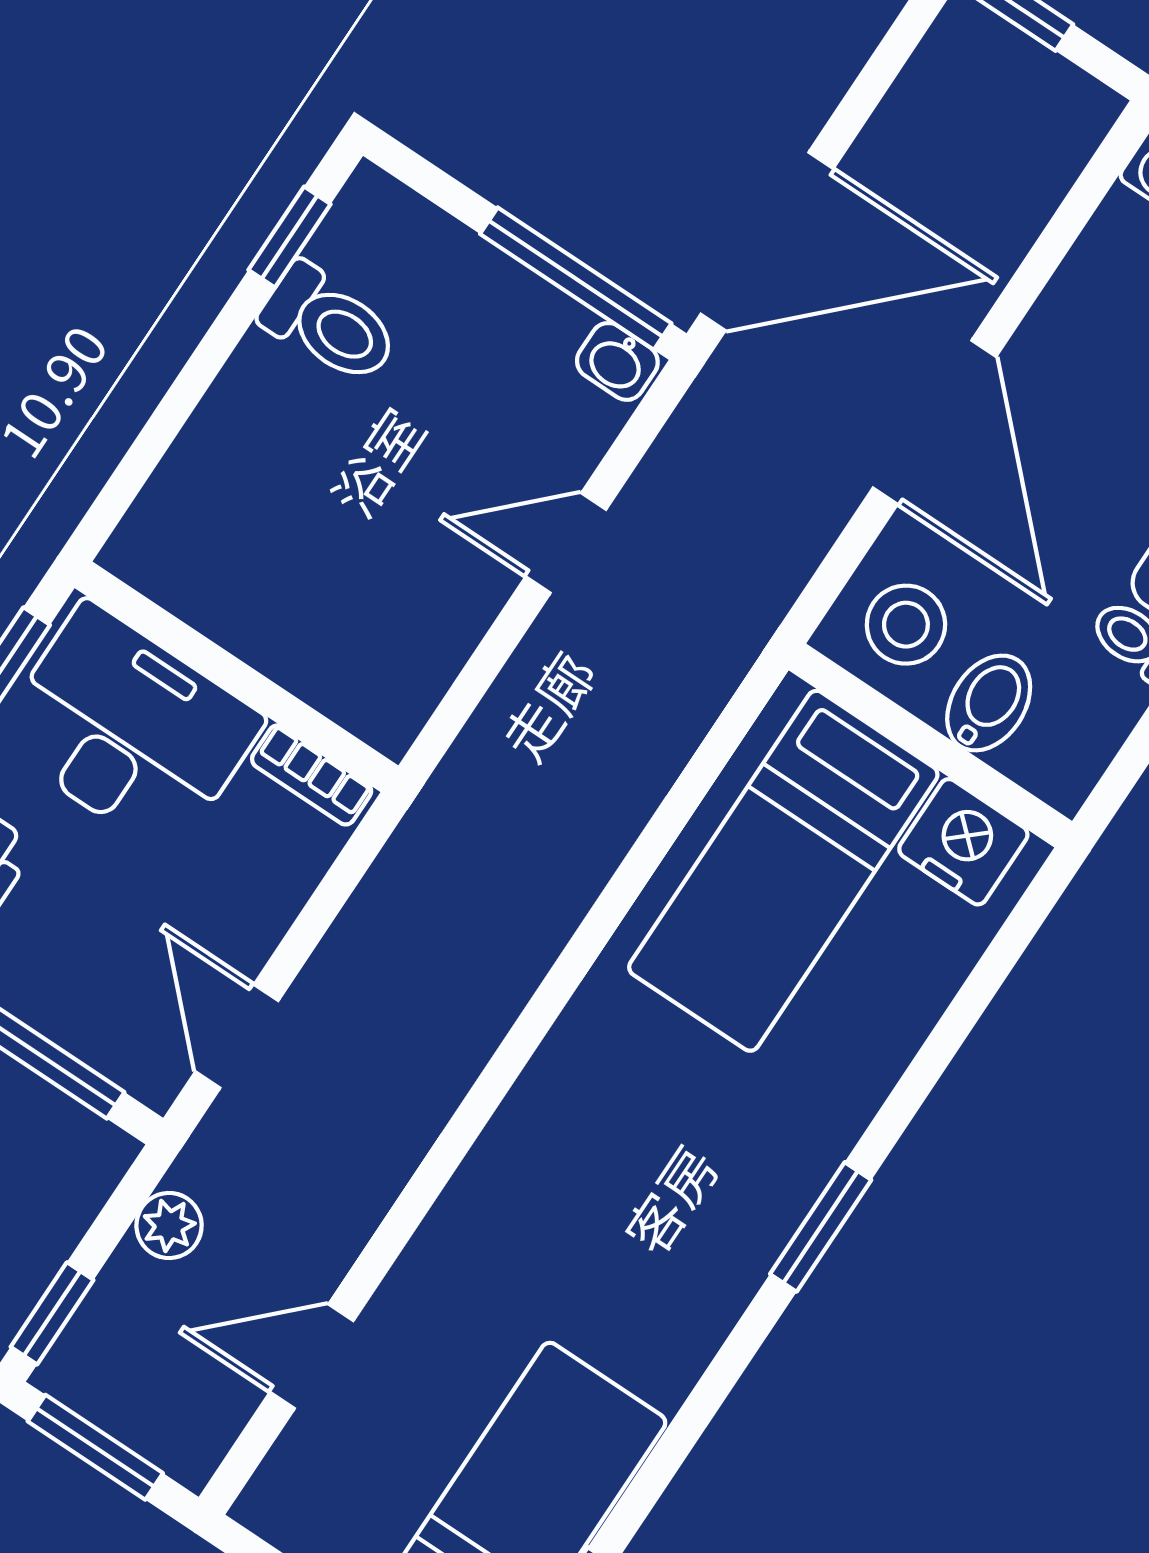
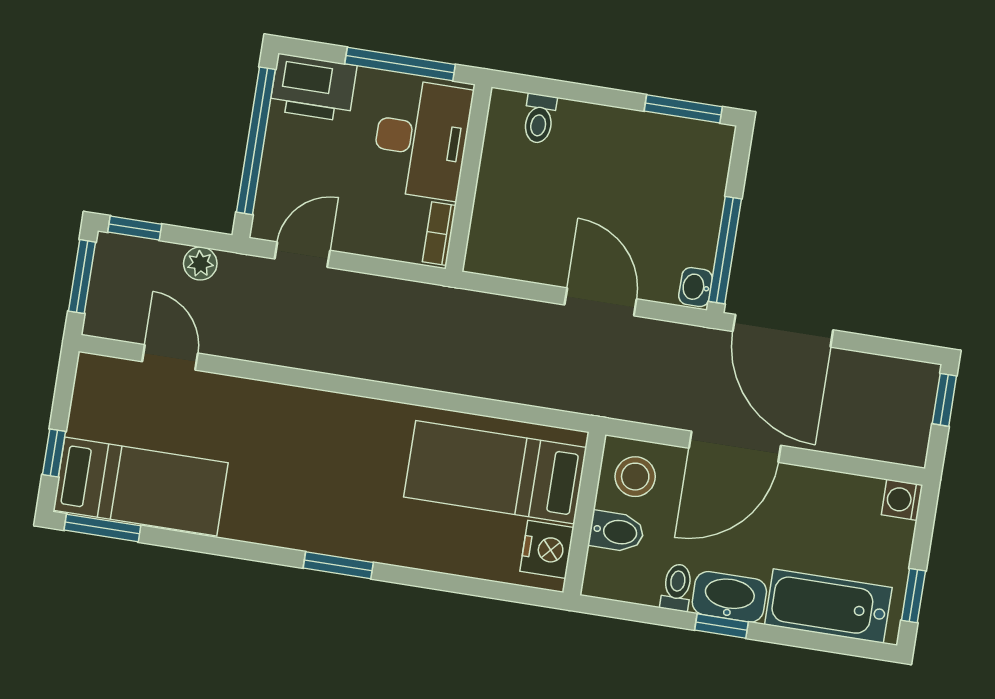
window: (290, 237) -> (683, 109), width x1.50
toilet: (329, 324) -> (539, 119), moved, width x0.73, depth x0.72
door: (566, 543) -> (601, 302), width x1.38

